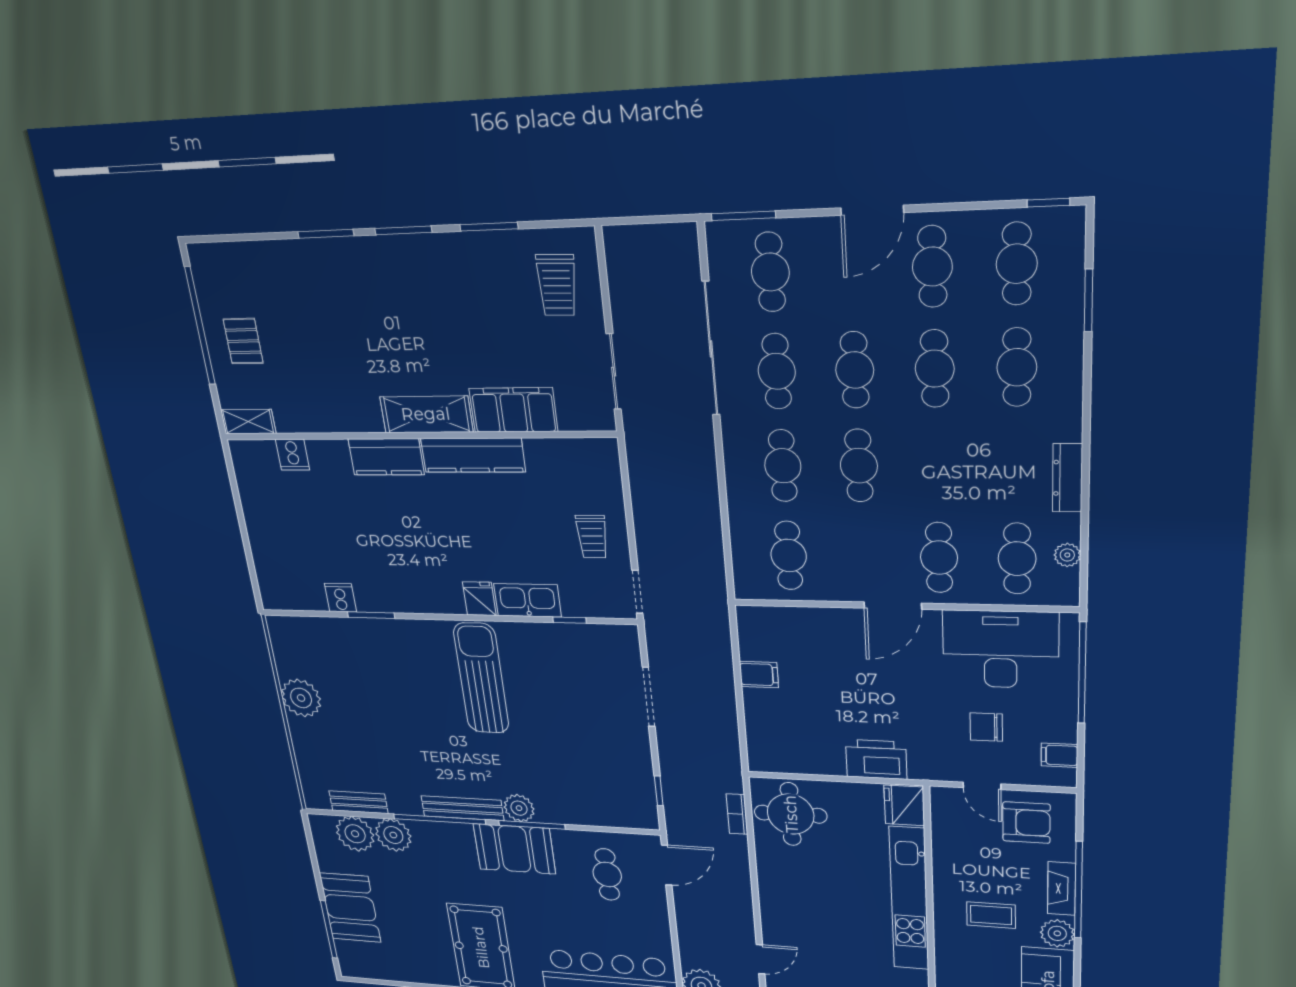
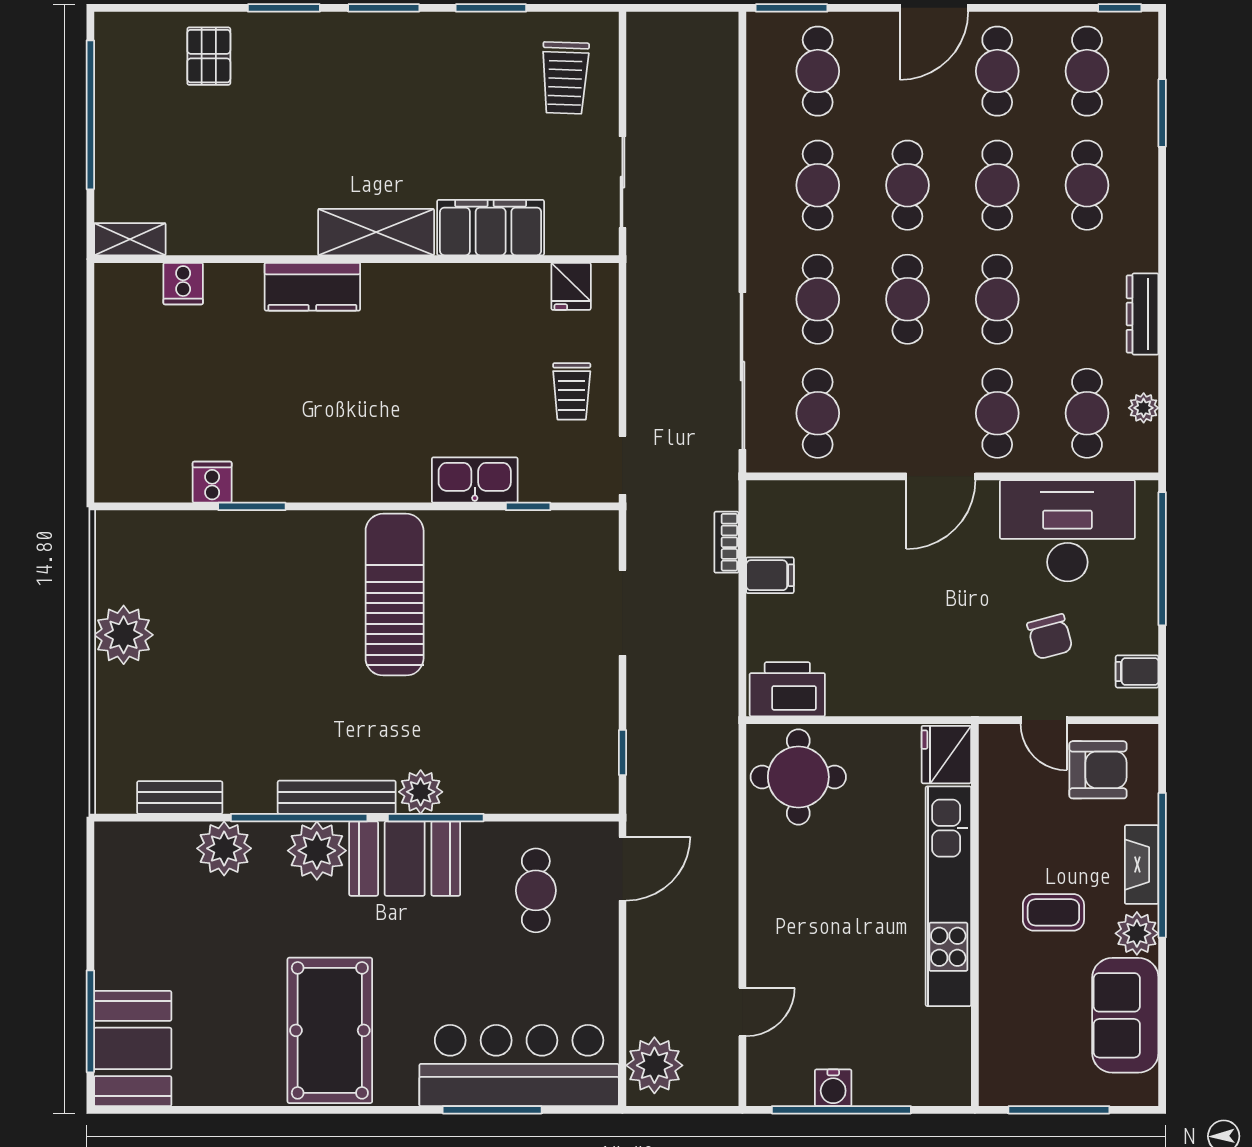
pallet: (243, 341) -> (209, 56), moved
sliding door: (711, 349) -> (742, 371), moved
kitchen counter: (473, 455) -> (429, 285), removed
cafe table: (937, 466) -> (997, 299), added
fridge: (479, 599) -> (571, 286), moved, turned 180
chair: (986, 727) -> (1050, 637), turned -105
printer: (876, 759) -> (787, 689), moved
bookcase: (737, 814) -> (726, 542), moved
plant: (355, 834) -> (317, 851), moved
booth: (350, 908) -> (133, 1048), moved

